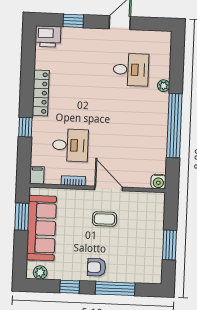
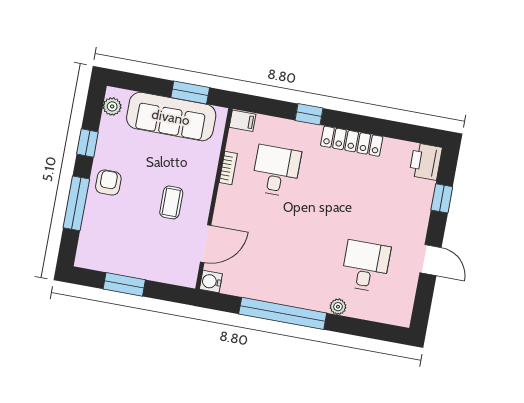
desk: (131, 70) -> (366, 266), turned 180
desk: (70, 145) -> (276, 171), turned 180
door: (109, 189) -> (206, 244), moved

